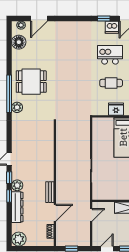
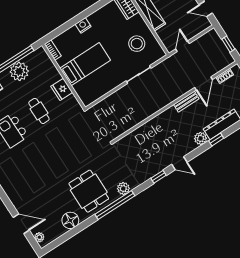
floor lamp: (19, 42) -> (70, 220), moved
window: (9, 178) -> (159, 177), moved
stool: (114, 184) -> (137, 44), added
door: (55, 213) -> (203, 83), swing flipped
door: (91, 215) -> (182, 46), hinge flipped

